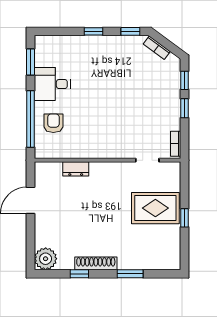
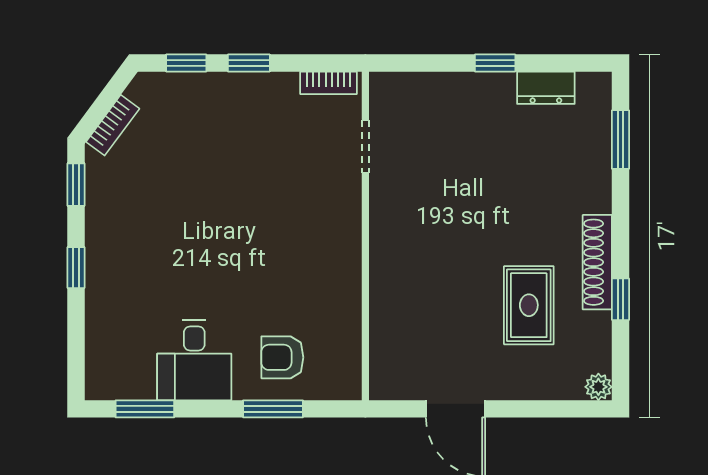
window: (31, 119) -> (273, 409), width x0.47
dresser: (76, 169) -> (546, 88), moved, turned 90
rug: (155, 208) -> (529, 305), moved, width x0.73, depth x0.70
plant: (46, 259) -> (598, 387), width x0.53, depth x0.53
window: (130, 274) -> (620, 140), moved

